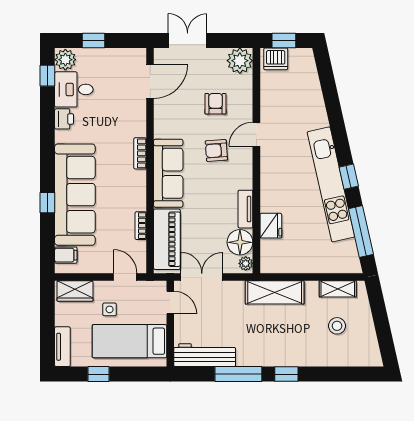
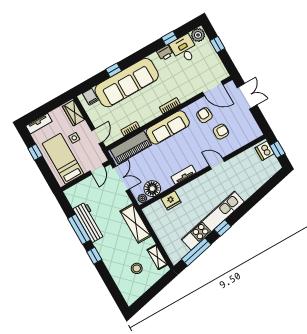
plant: (240, 61) -> (252, 131), removed
window: (47, 76) -> (169, 38), moved
armchair: (216, 150) -> (204, 115), moved
tv unit: (245, 209) -> (184, 175), moved
workbench: (205, 355) -> (89, 222), moved

